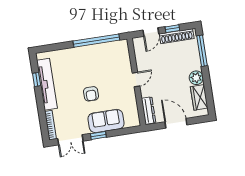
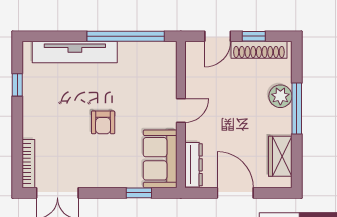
window: (202, 51) -> (297, 108), moved
plant: (196, 78) -> (280, 96), moved
tv unit: (47, 84) -> (75, 52), moved, turned 90
sofa: (106, 121) -> (160, 159), moved, turned -90
window: (98, 135) -> (139, 193), moved

